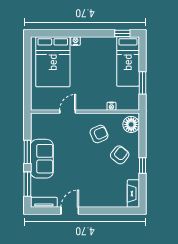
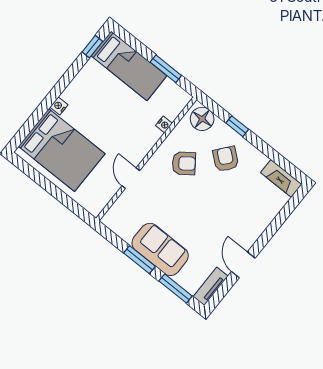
armchair: (99, 134) -> (184, 163), turned 78
window: (142, 166) -> (237, 126), moved

